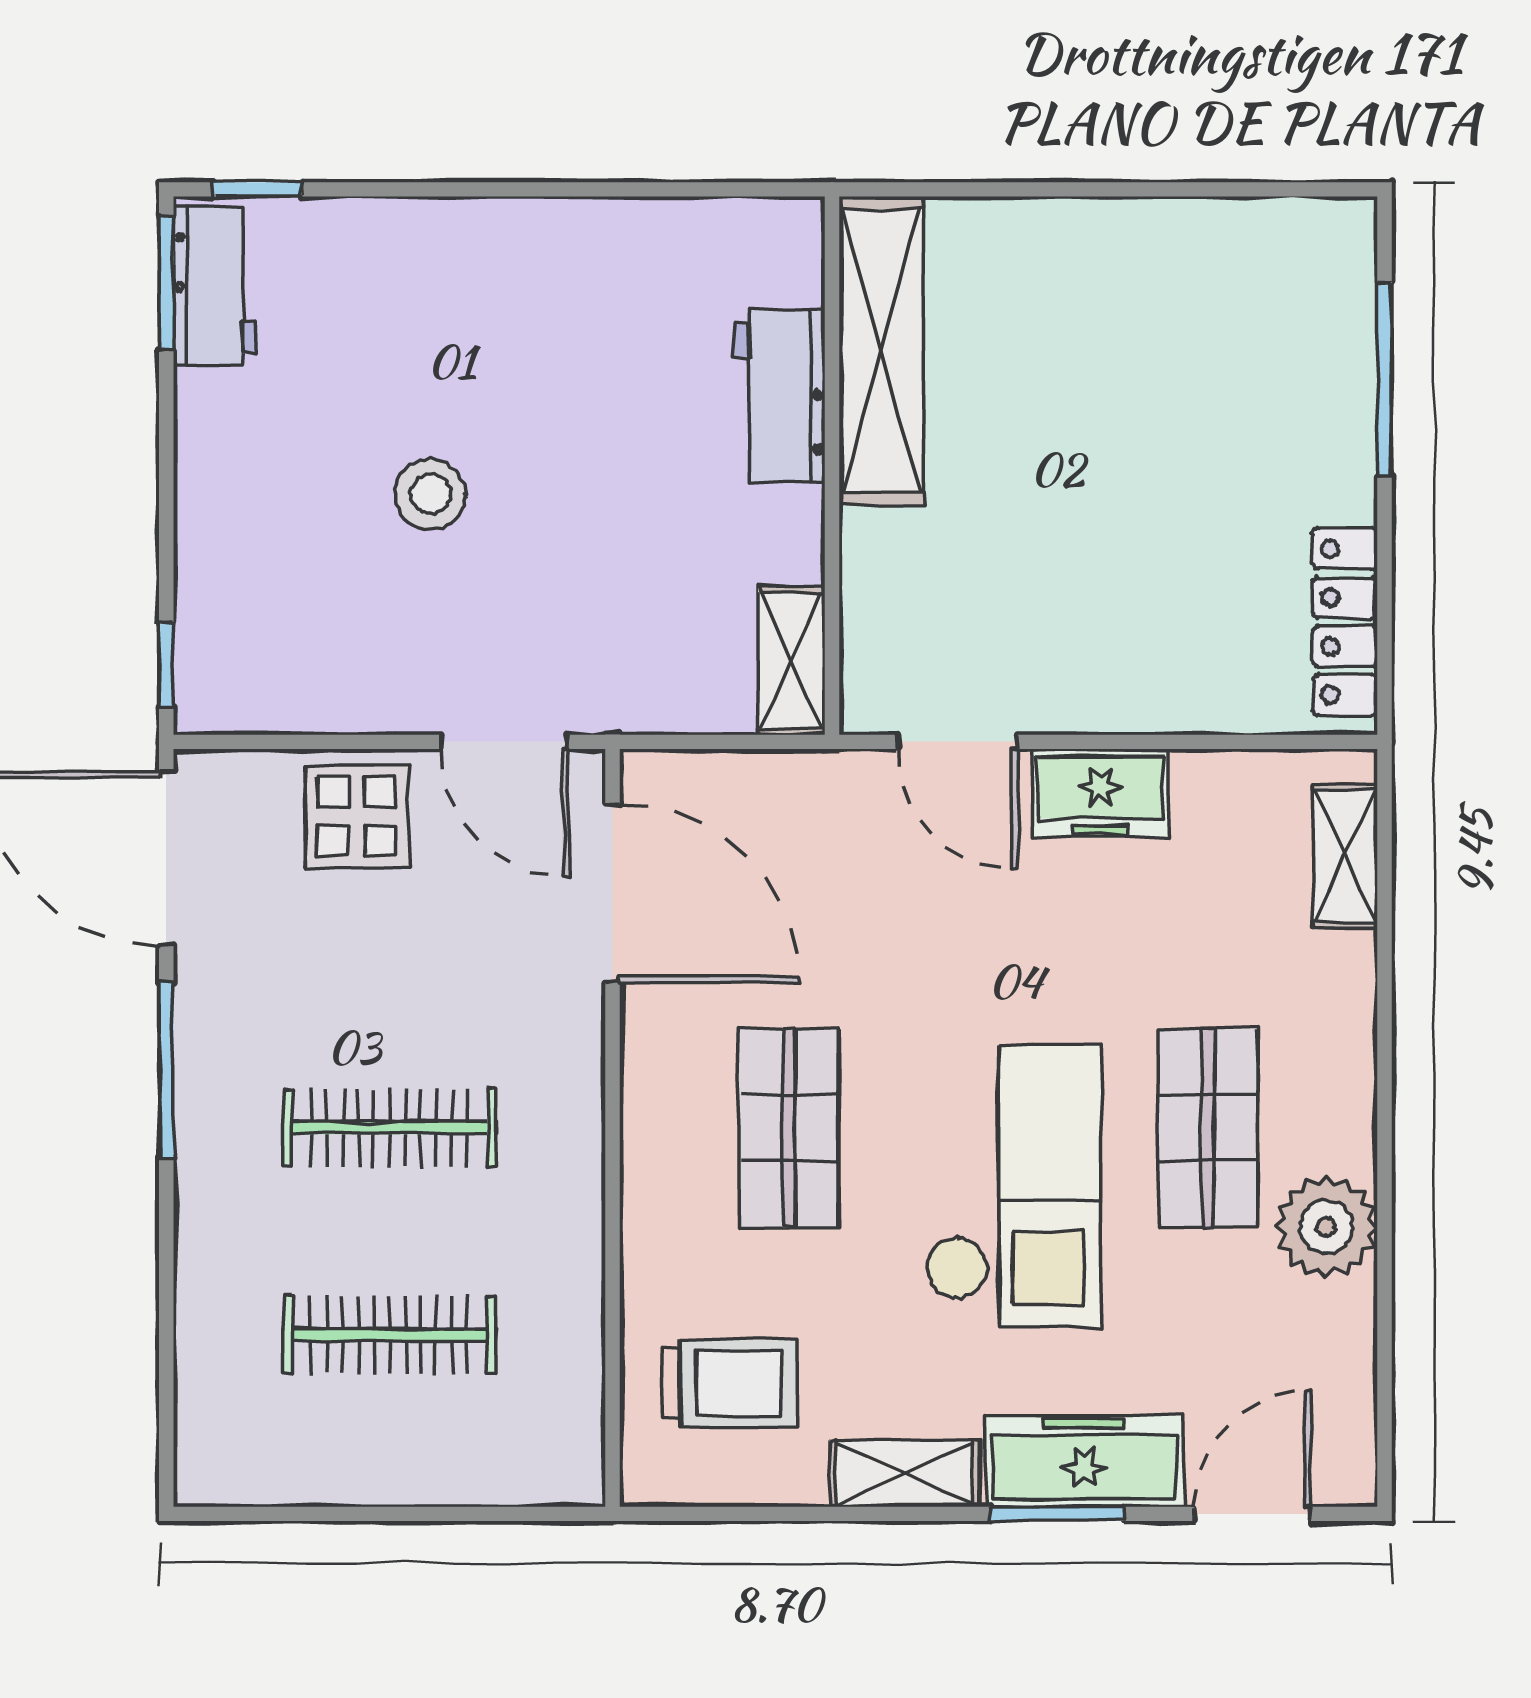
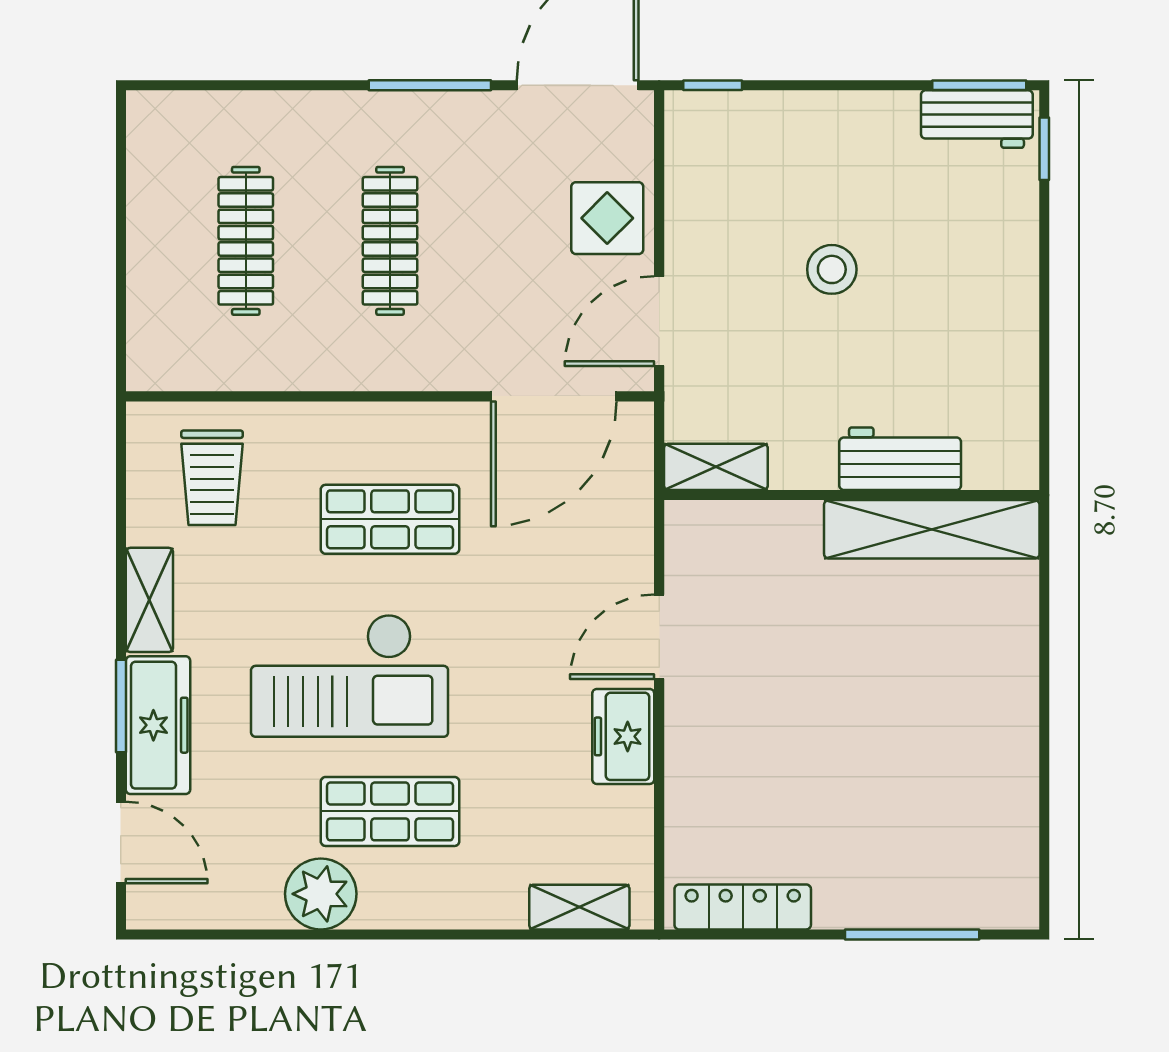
shelving: (881, 351) -> (932, 529), moved
workbench: (780, 396) -> (900, 459), moved
wall: (832, 466) -> (852, 495), moved
shelving: (792, 661) -> (716, 467), moved

